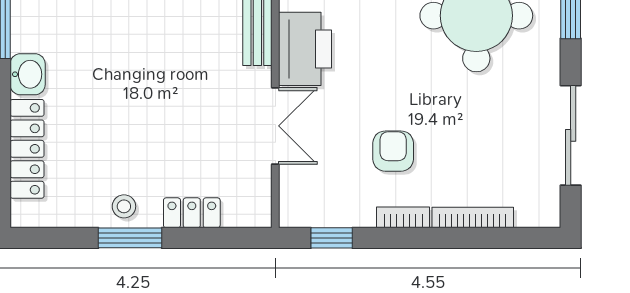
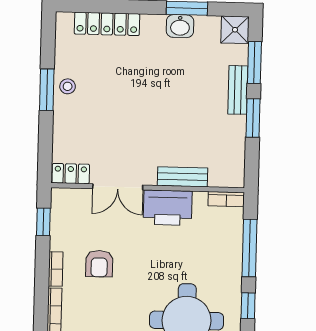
washbasin: (28, 74) -> (180, 26), moved
armchair: (393, 151) -> (99, 264), turned 90
locker: (192, 213) -> (71, 174), moved, turned -90

